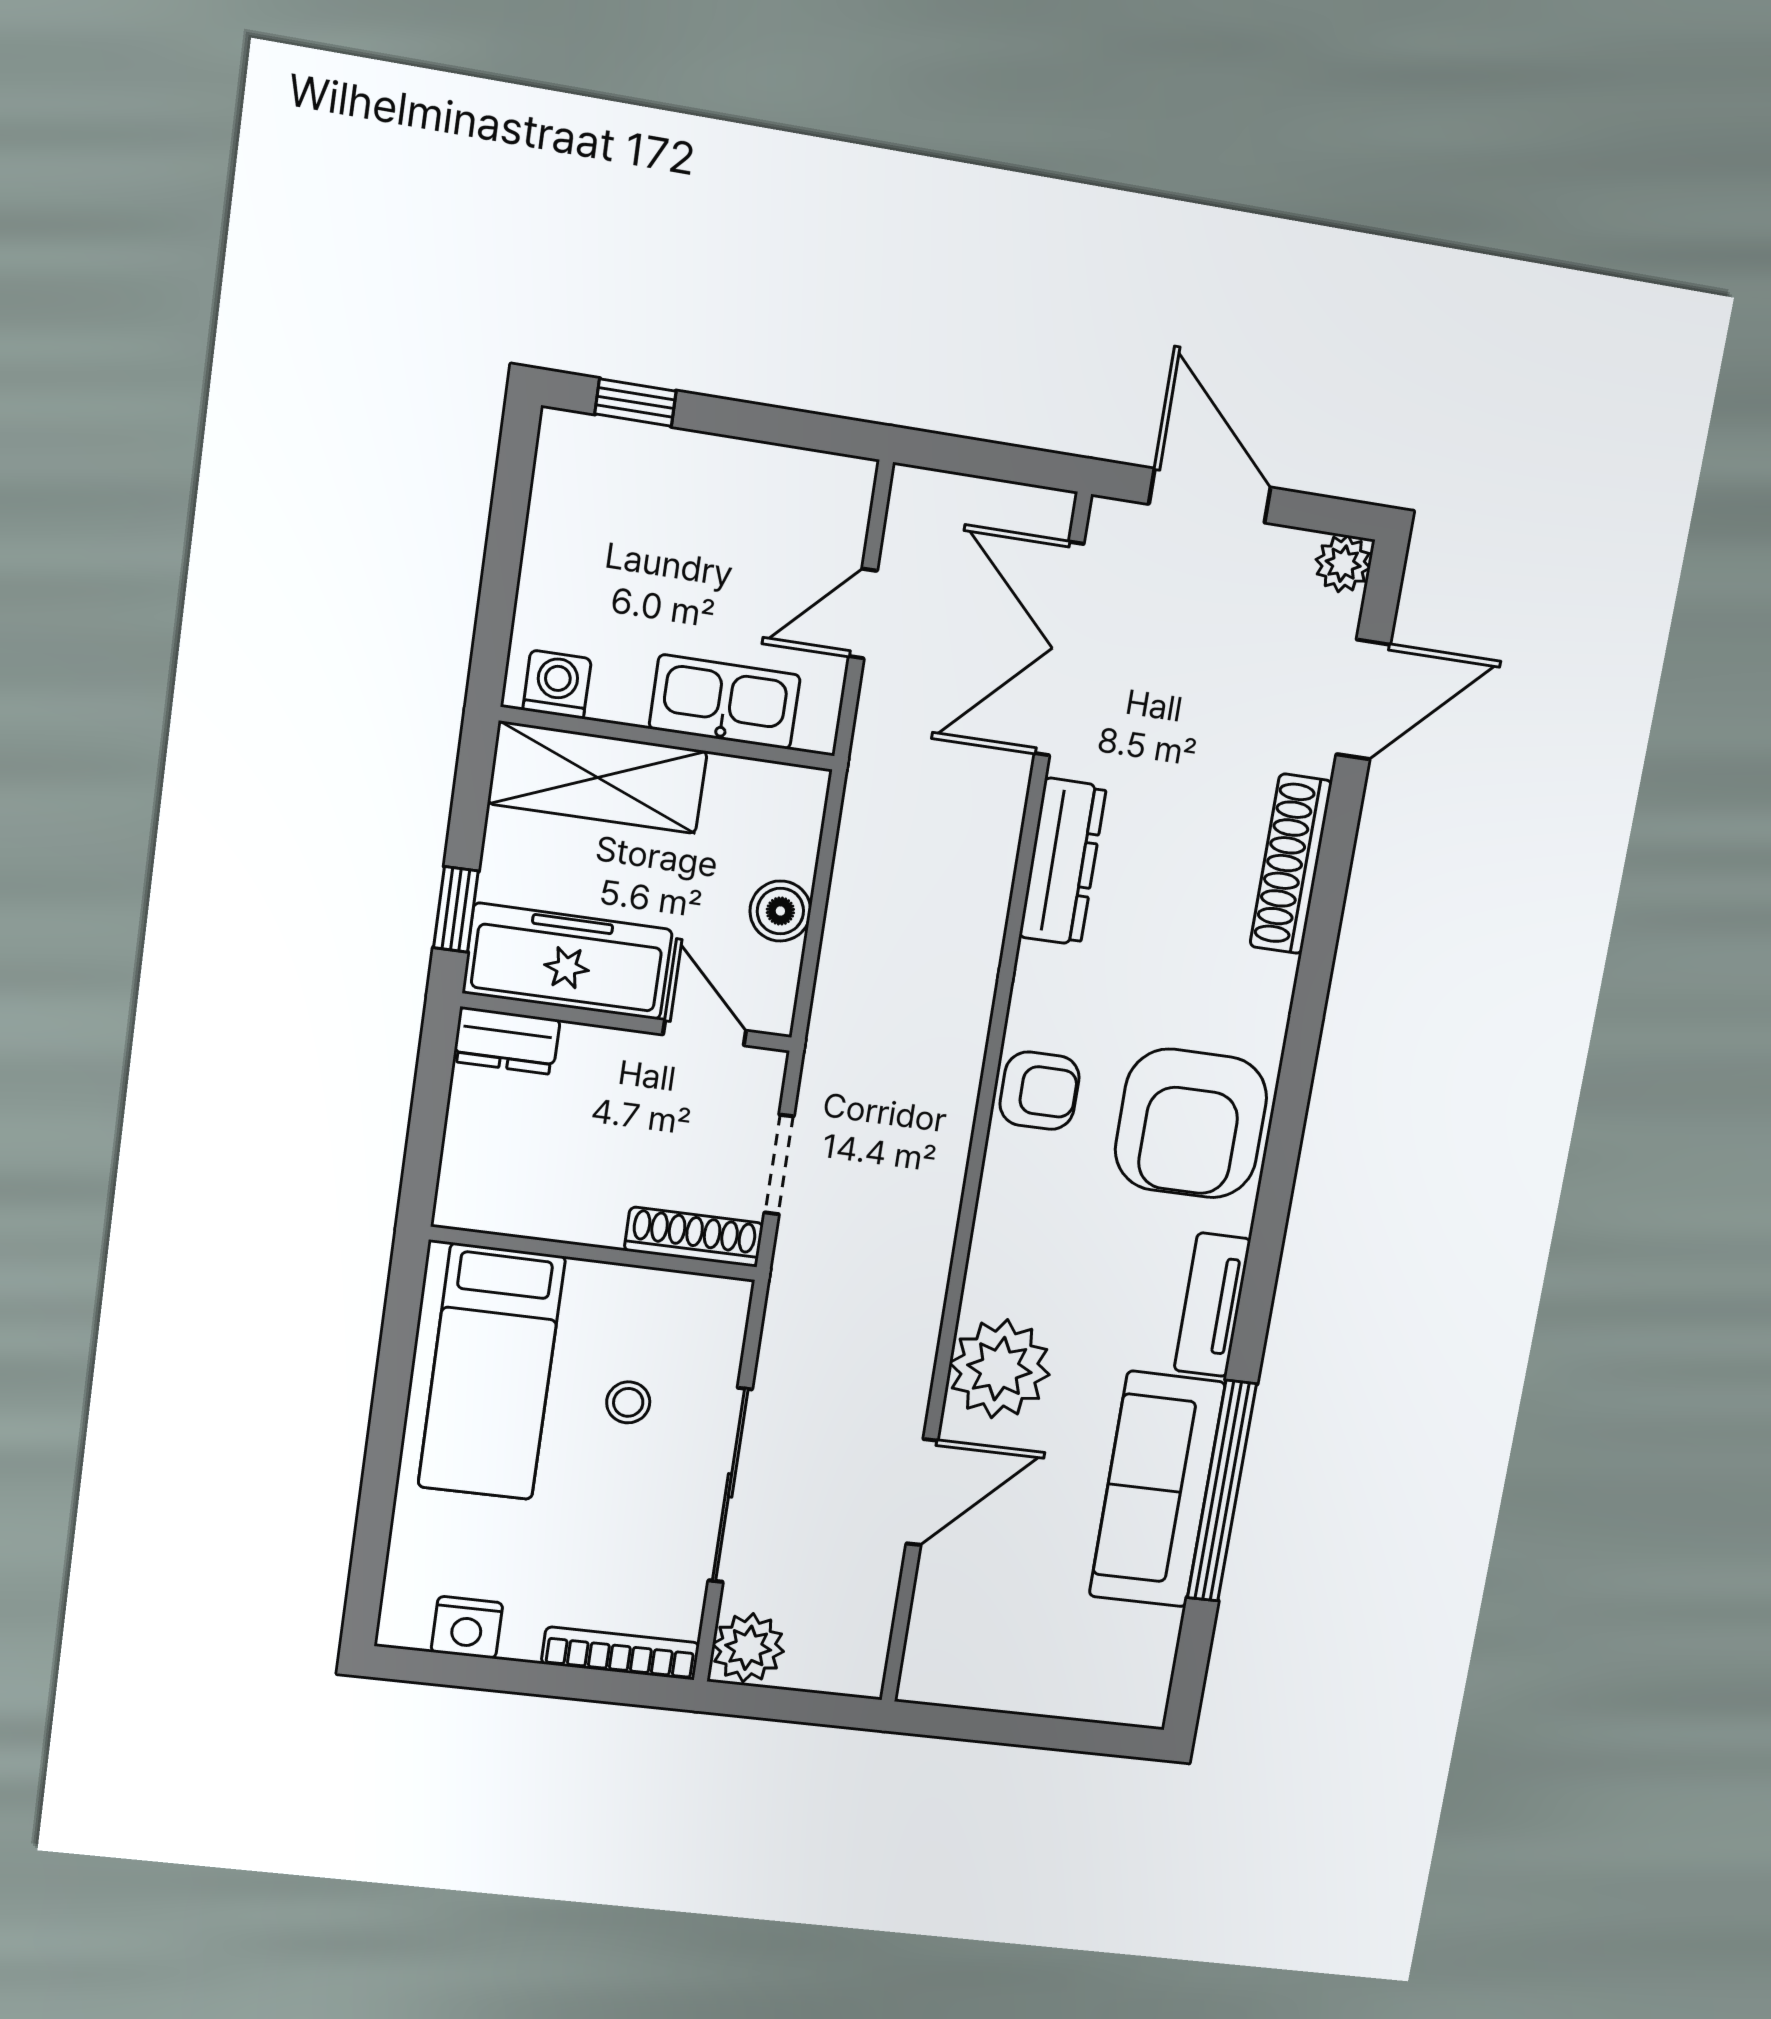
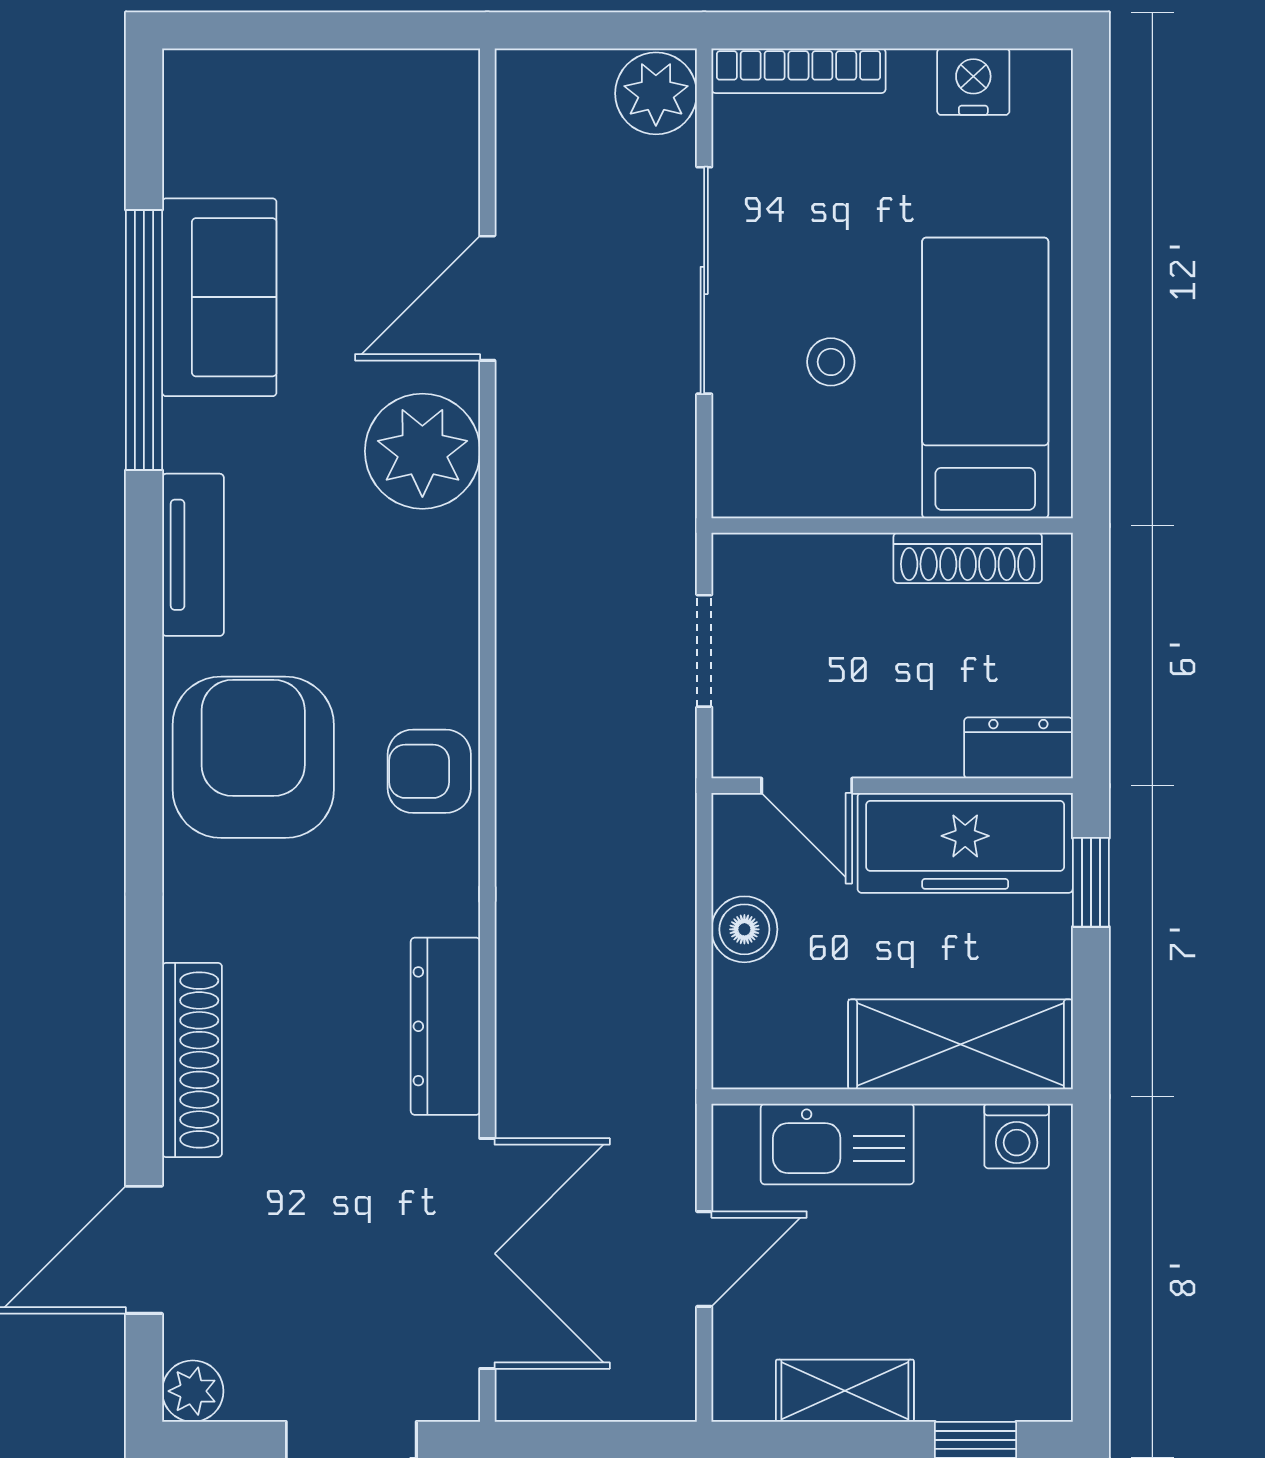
shelving: (751, 469) -> (845, 1391), added
shoe rack: (694, 1237) -> (968, 558), moved
sofa: (1157, 1490) -> (219, 297), width x0.73

